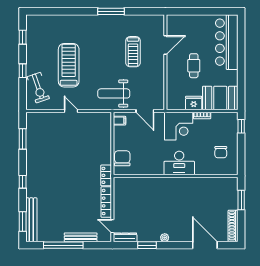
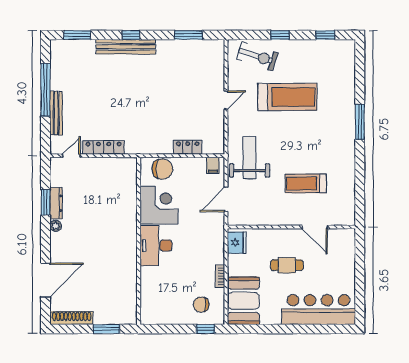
window: (111, 11) -> (360, 122), moved
exercise bike: (38, 88) -> (257, 56), turned -143
fridge: (194, 103) -> (237, 243), moved
corner desk: (179, 126) -> (159, 205), moved, turned 180
chair: (221, 152) -> (201, 305), moved
locker: (106, 175) -> (188, 147), moved
bench: (31, 220) -> (126, 47), moved
dresser: (125, 237) -> (56, 203), moved

